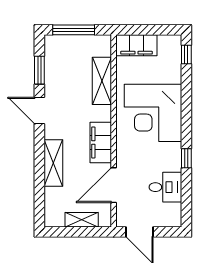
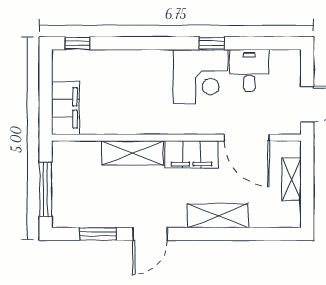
shelving: (102, 81) -> (133, 153), moved
corner desk: (153, 113) -> (201, 77), moved, width x0.74, depth x0.74

